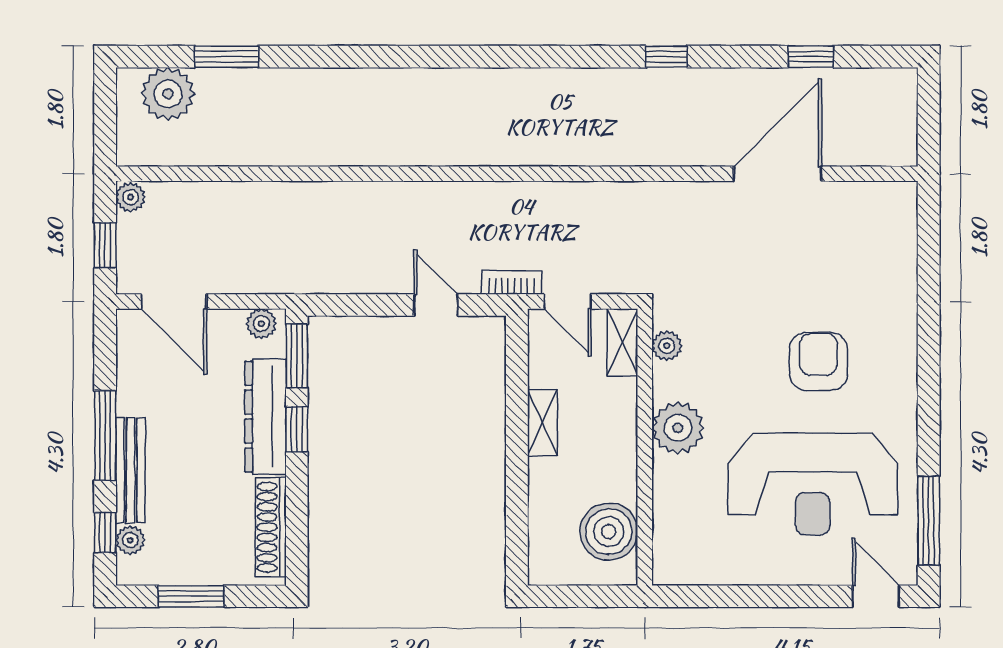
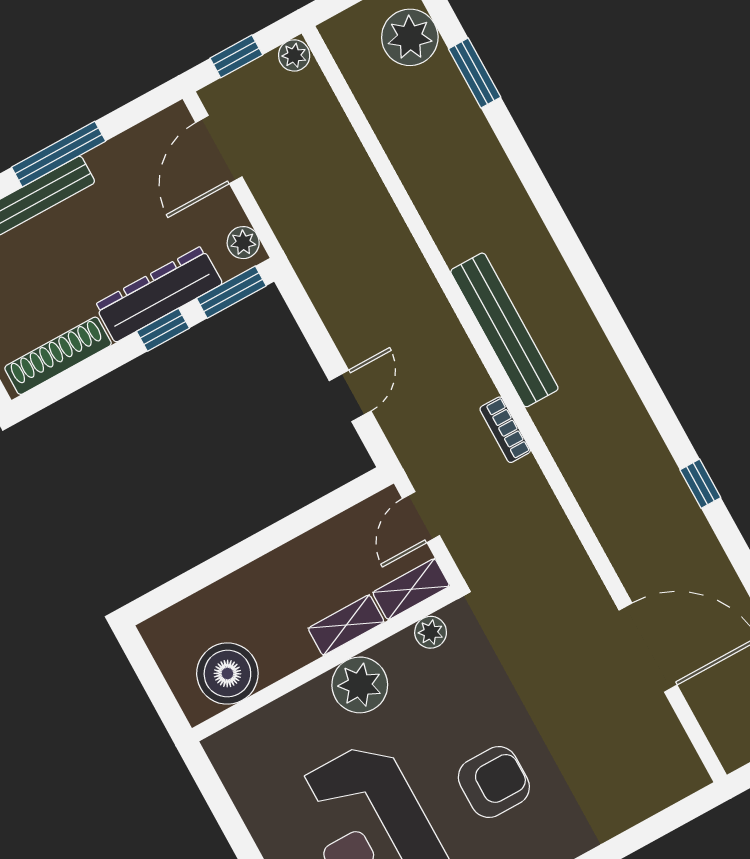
bench: (451, 148) -> (504, 330), added
bookcase: (512, 282) -> (505, 430), moved, turned 180
shelving: (543, 423) -> (346, 625), moved

